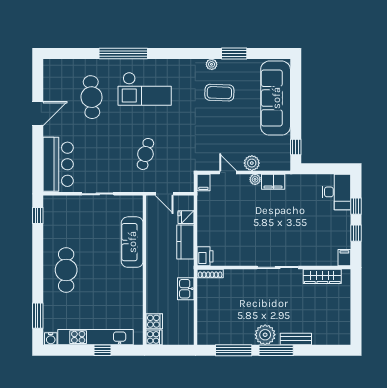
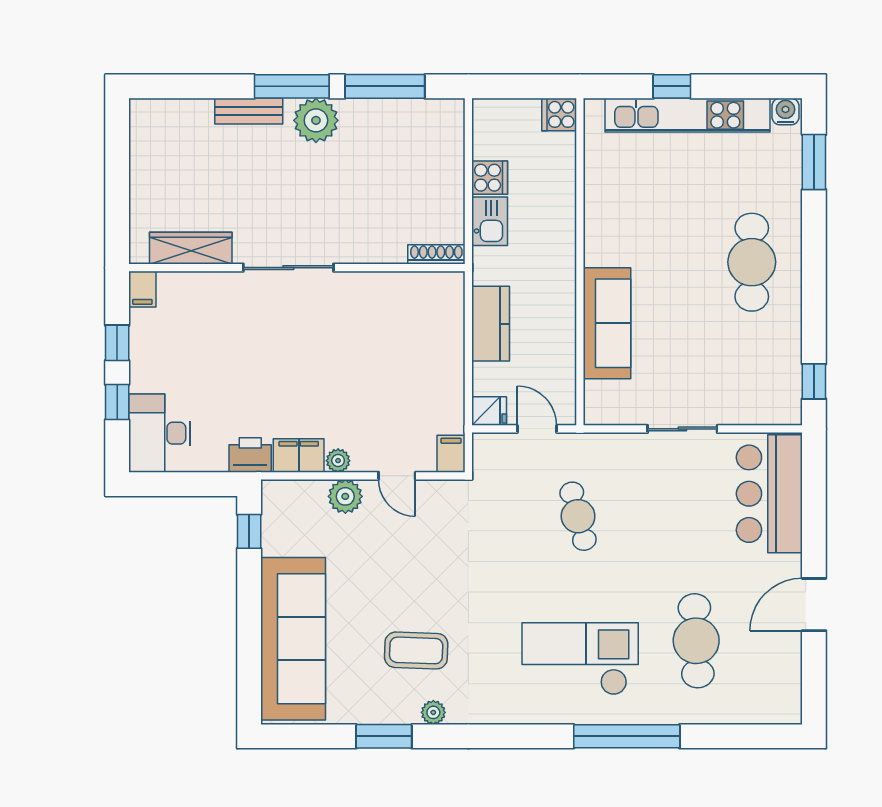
cafe table: (145, 154) -> (578, 516), turned -30
fridge: (186, 217) -> (489, 411), moved
printer: (205, 256) -> (250, 455), moved, turned 90
cooker: (154, 321) -> (490, 178), moved, turned 180

